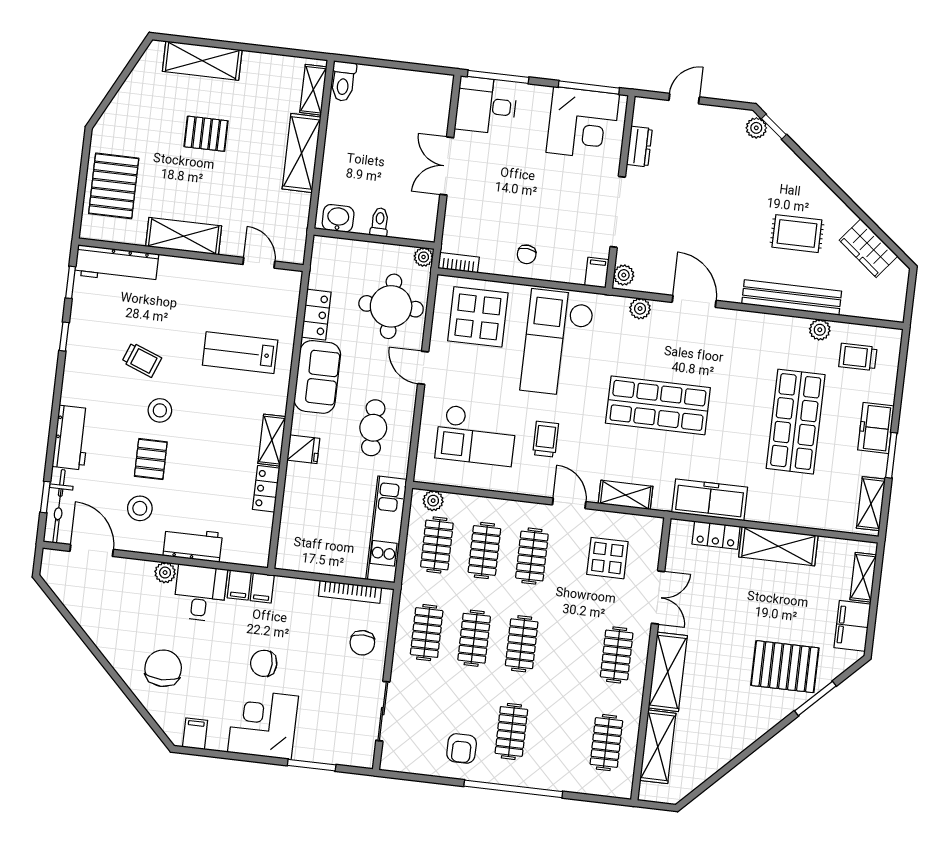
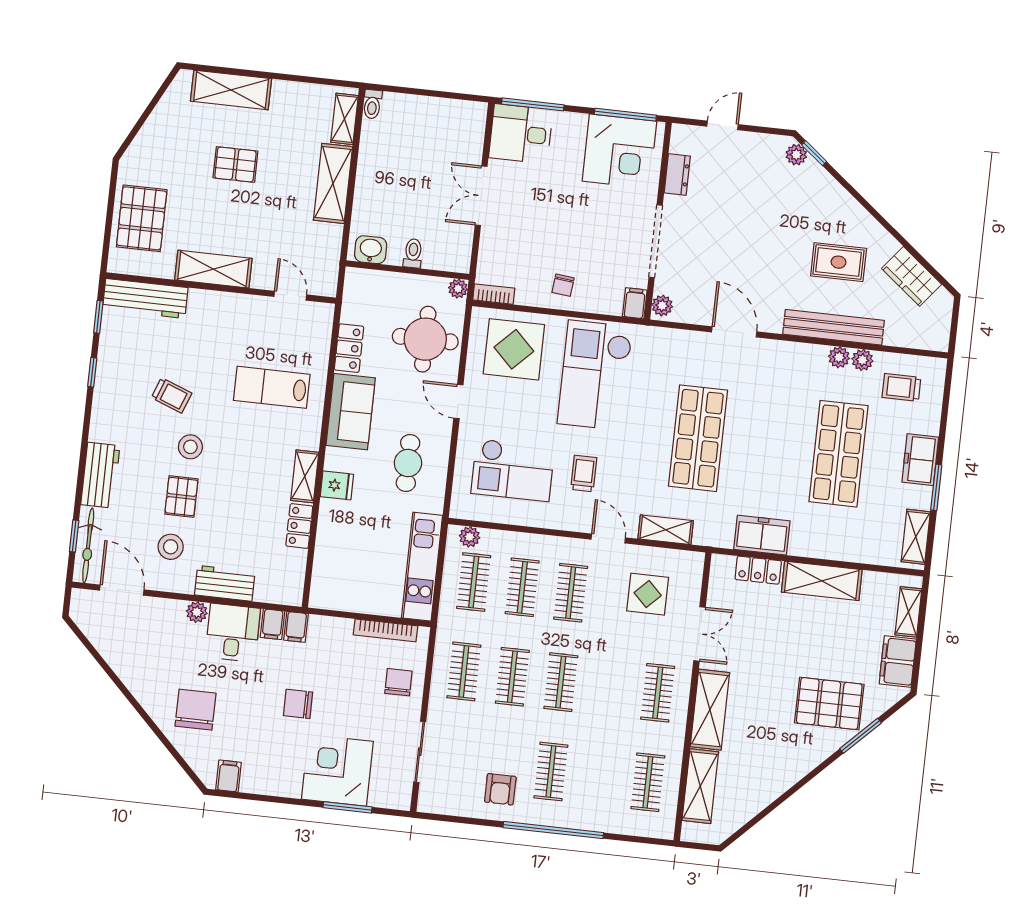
toilet: (343, 81) -> (372, 104), width x0.73, depth x0.72
plant: (640, 309) -> (839, 357), moved
shop shelf: (658, 405) -> (698, 438), turned 90
freezer: (710, 500) -> (762, 535), width x0.71
chair: (362, 643) -> (398, 682), turned 180
corner desk: (263, 724) -> (337, 770), moved

